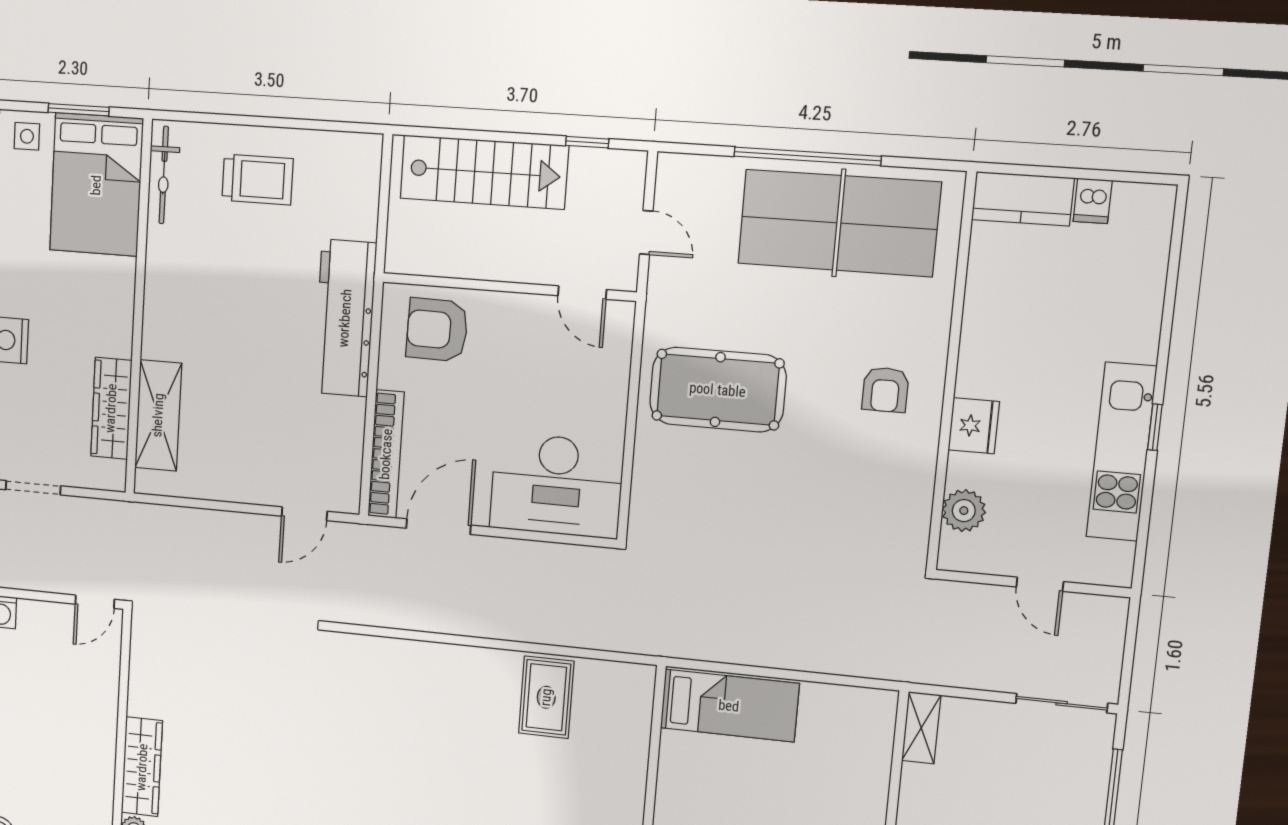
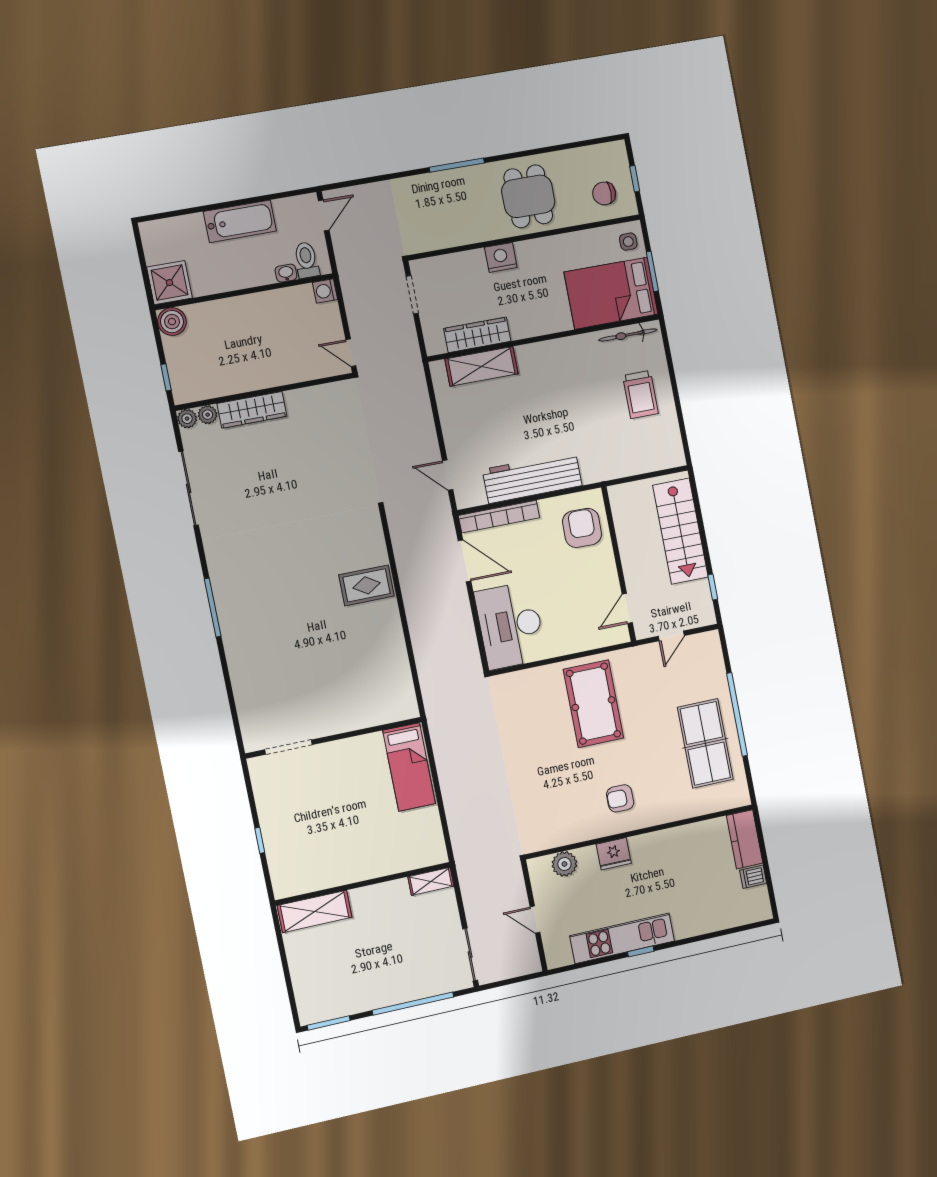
table tennis table: (839, 223) -> (705, 743), width x0.73, depth x0.76
workbench: (345, 318) -> (532, 478), moved
door: (1040, 584) -> (535, 920), hinge flipped
rug: (546, 697) -> (367, 585), moved

